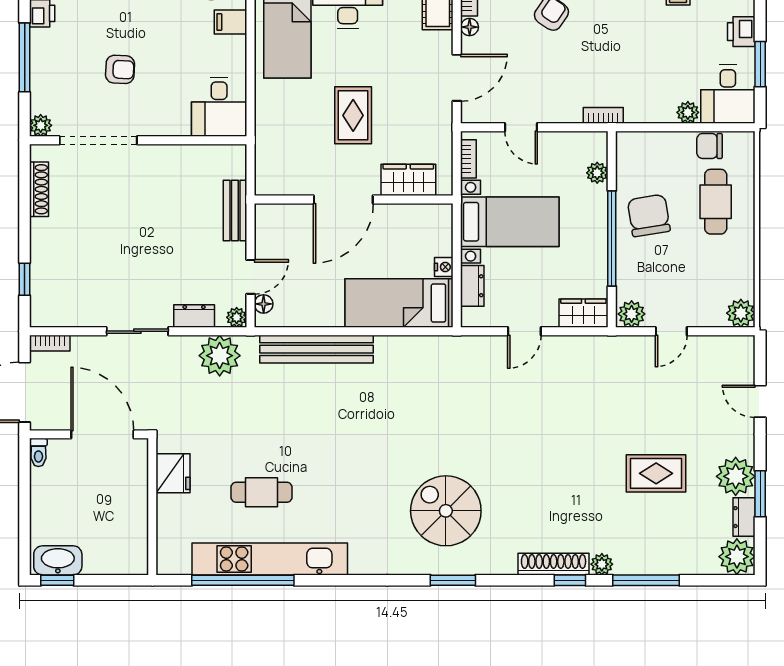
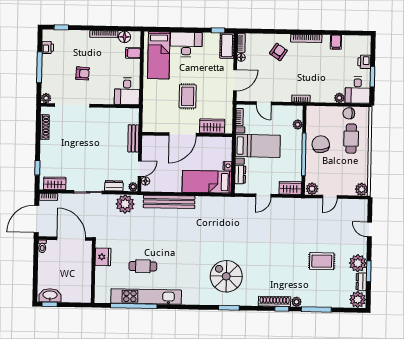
wardrobe: (63, 313) -> (55, 183), added

